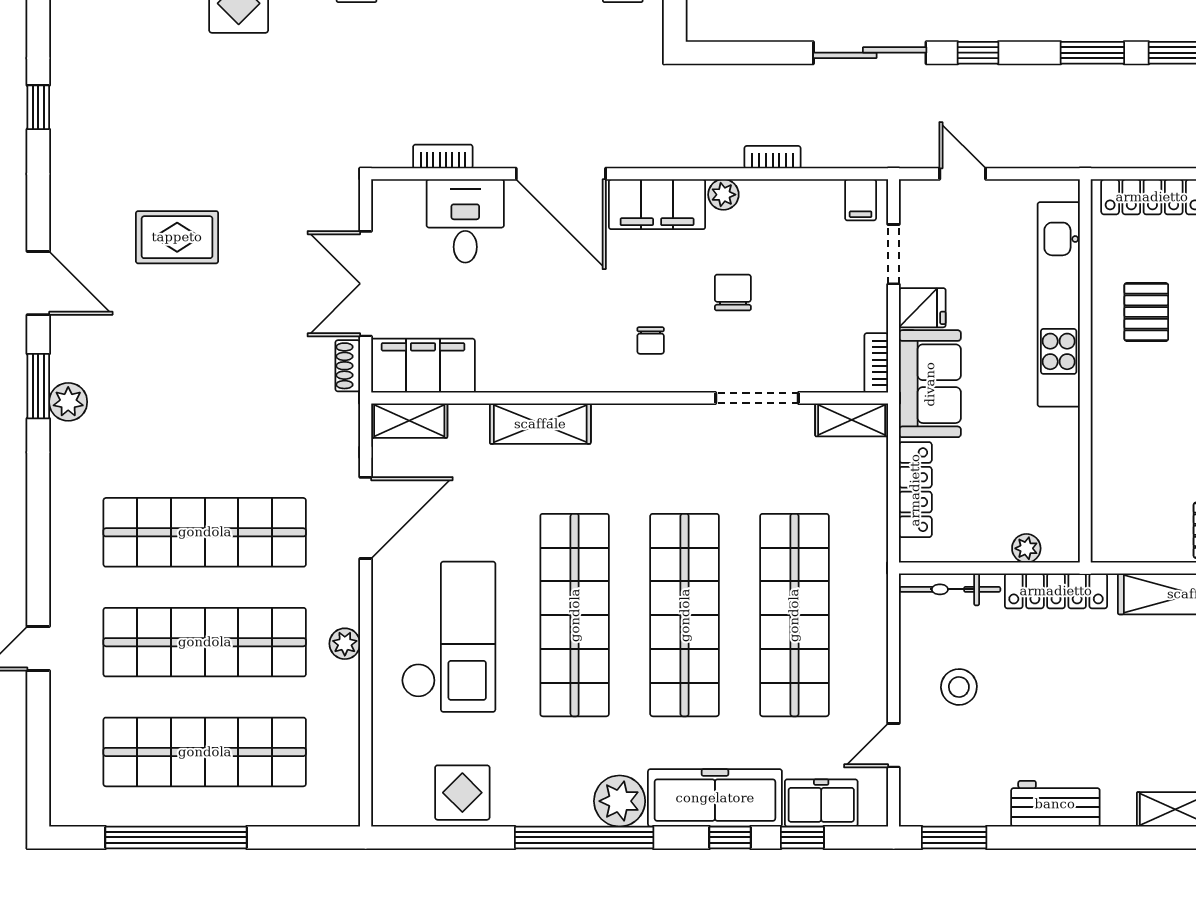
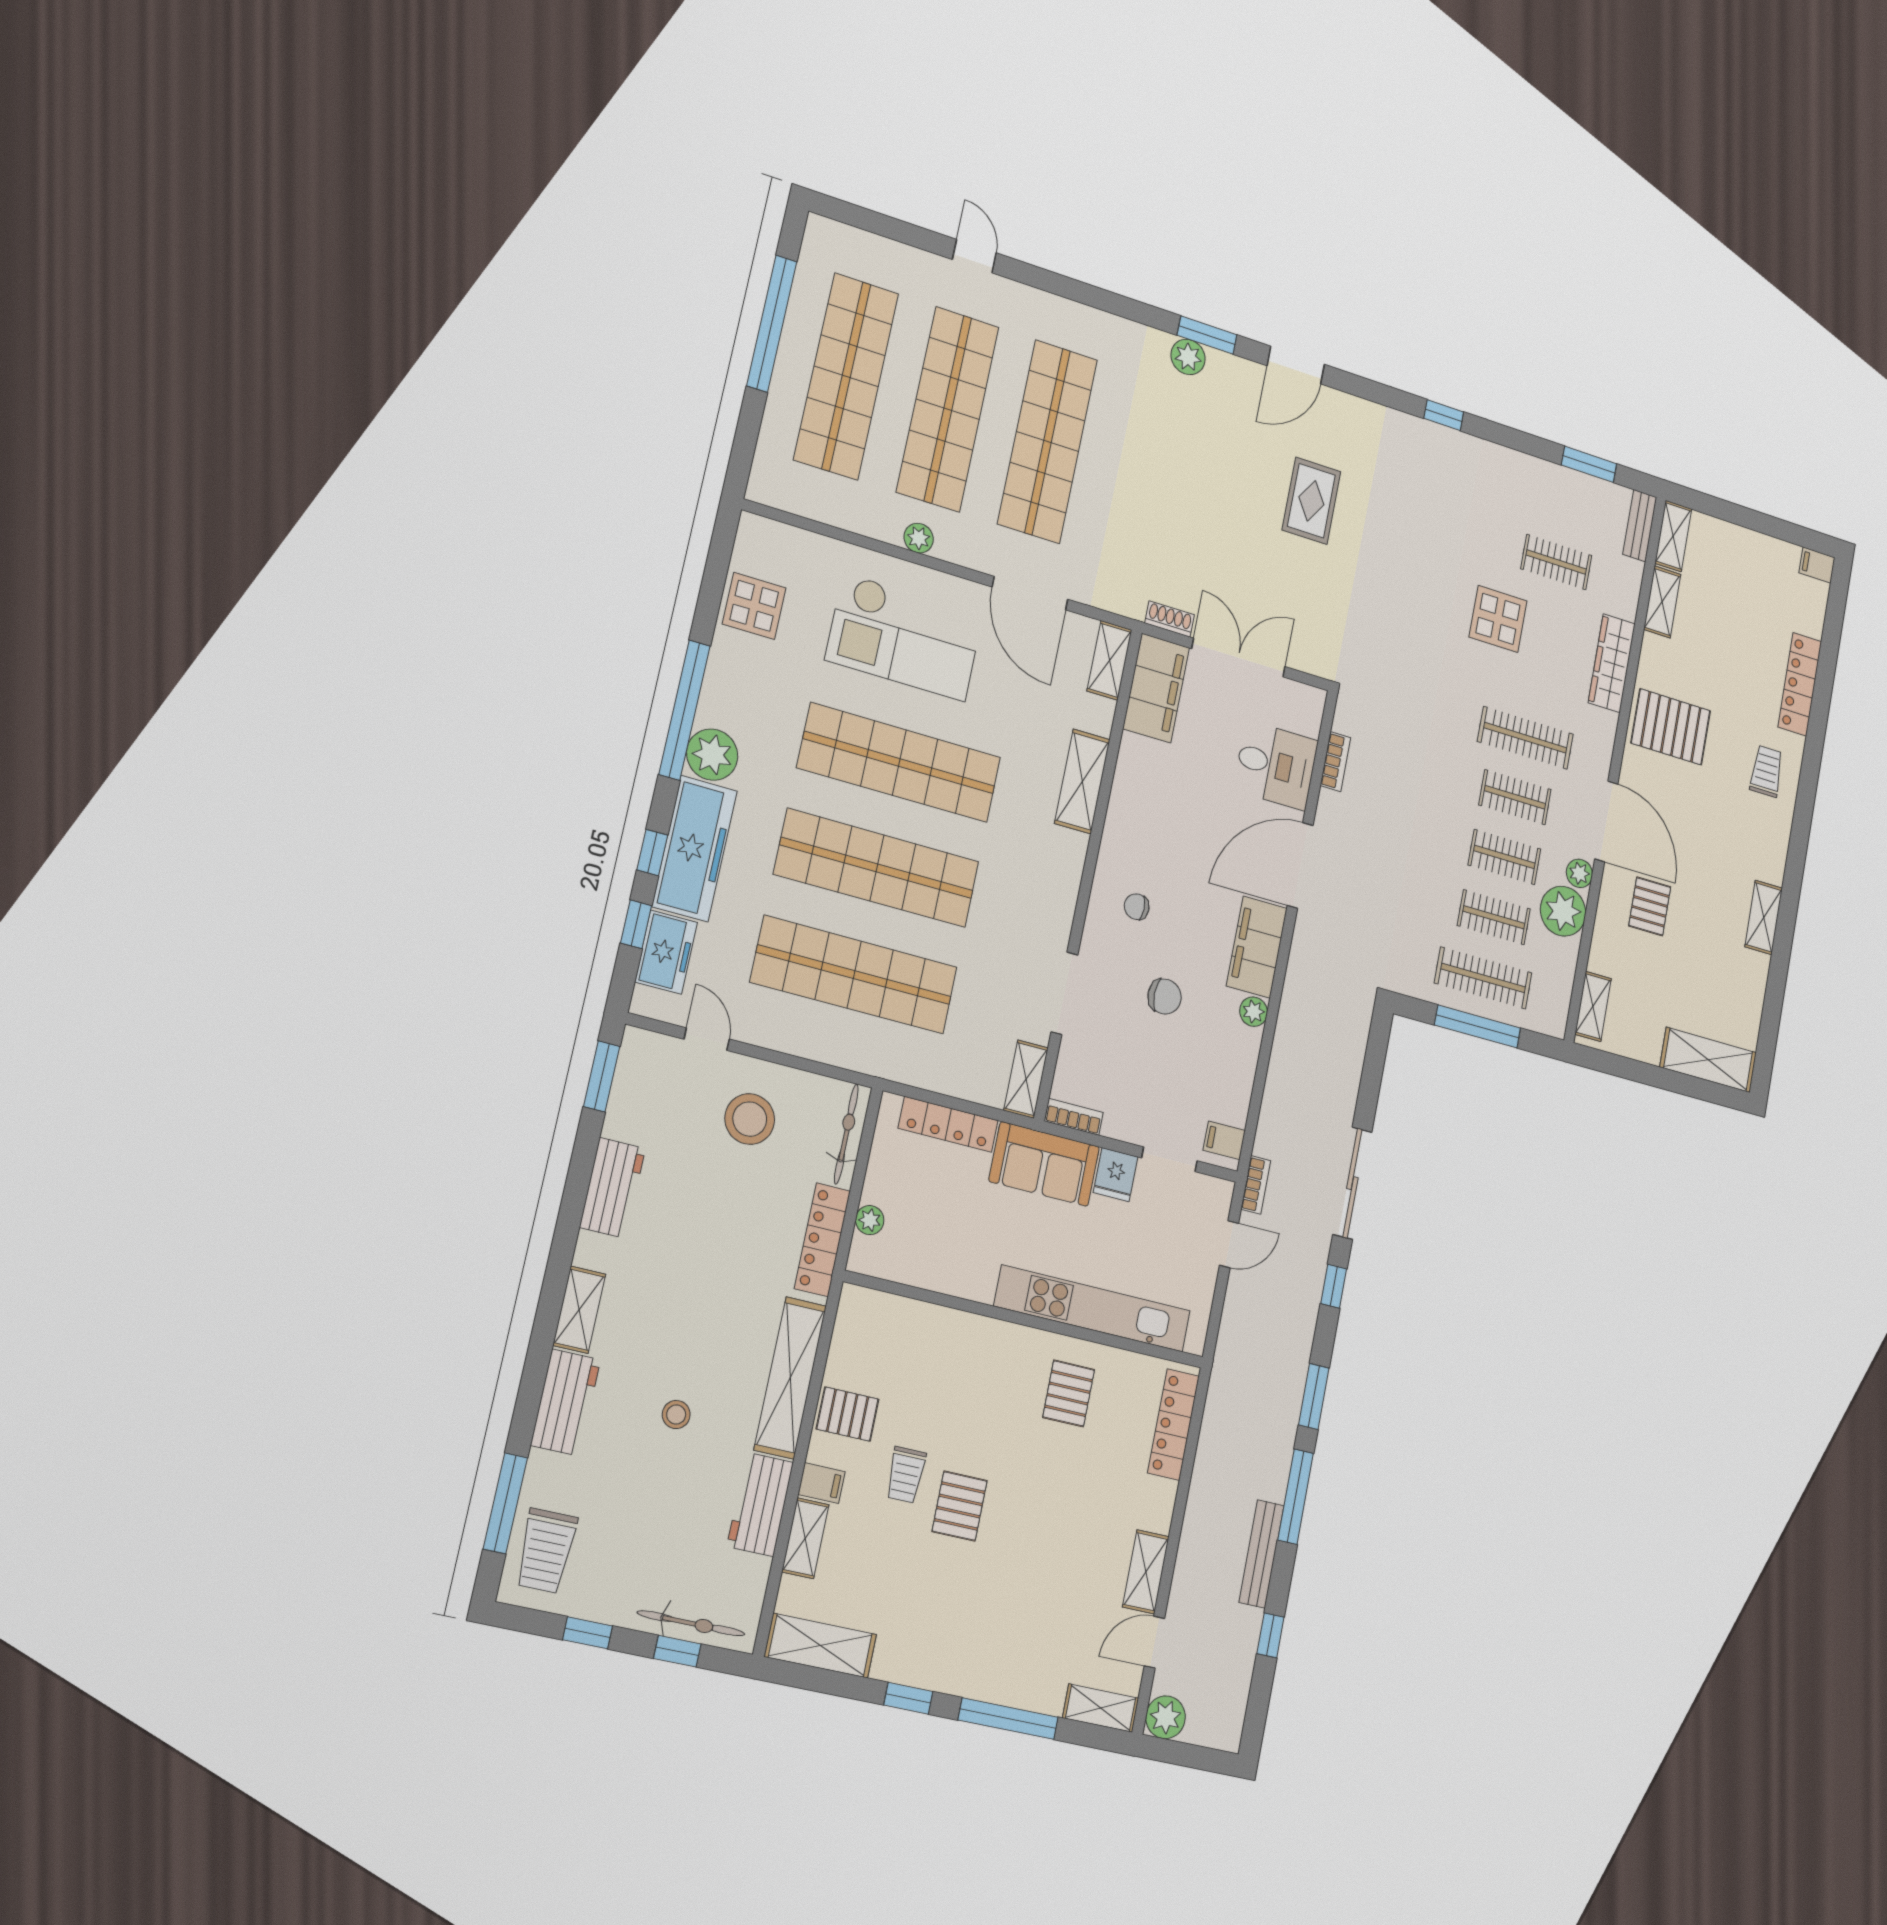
bookcase: (773, 157) -> (1256, 1185), moved
pallet: (1146, 312) -> (1069, 1393), turned 90
stool: (959, 687) -> (750, 1119), width x1.38, depth x1.38

